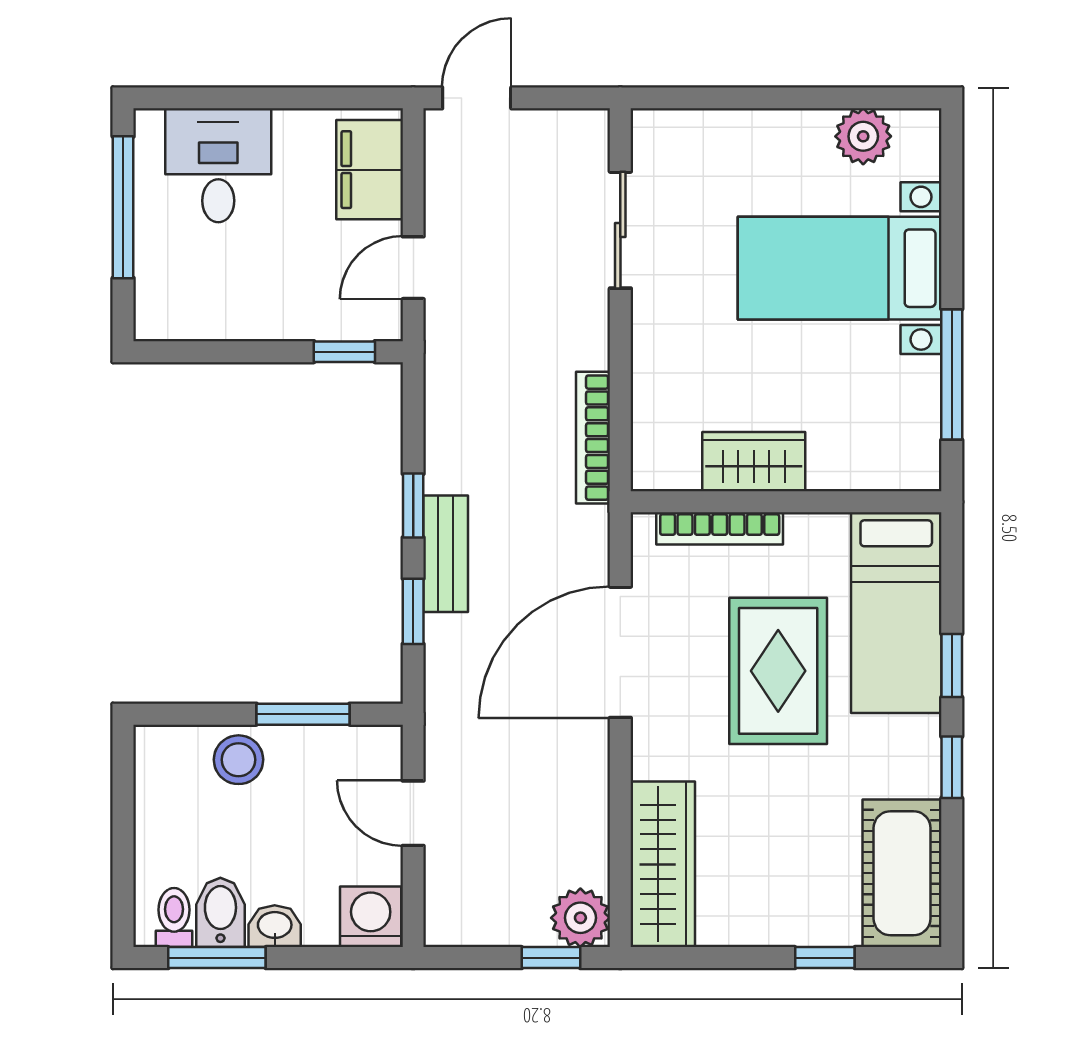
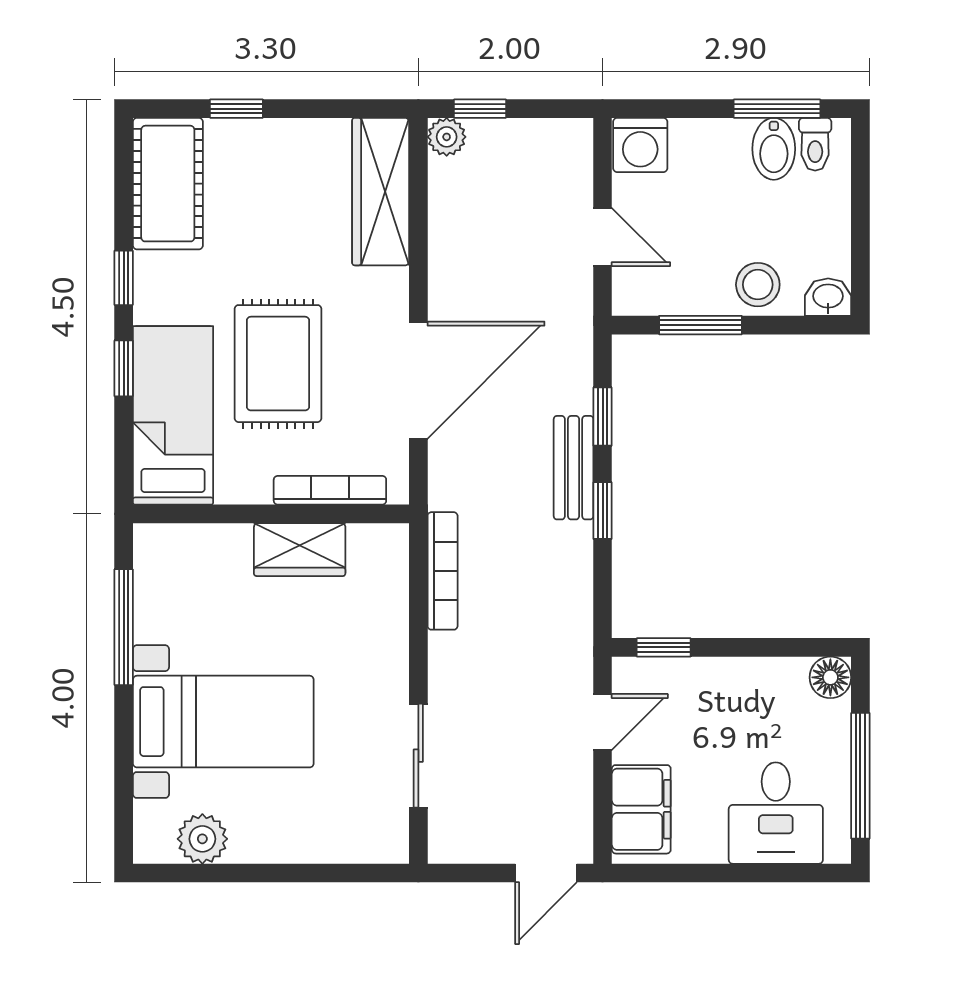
floor lamp: (157, 318) -> (830, 677), added
plant: (580, 918) -> (447, 137), width x0.73, depth x0.73
washbasin: (275, 926) -> (828, 297), moved, turned 180

